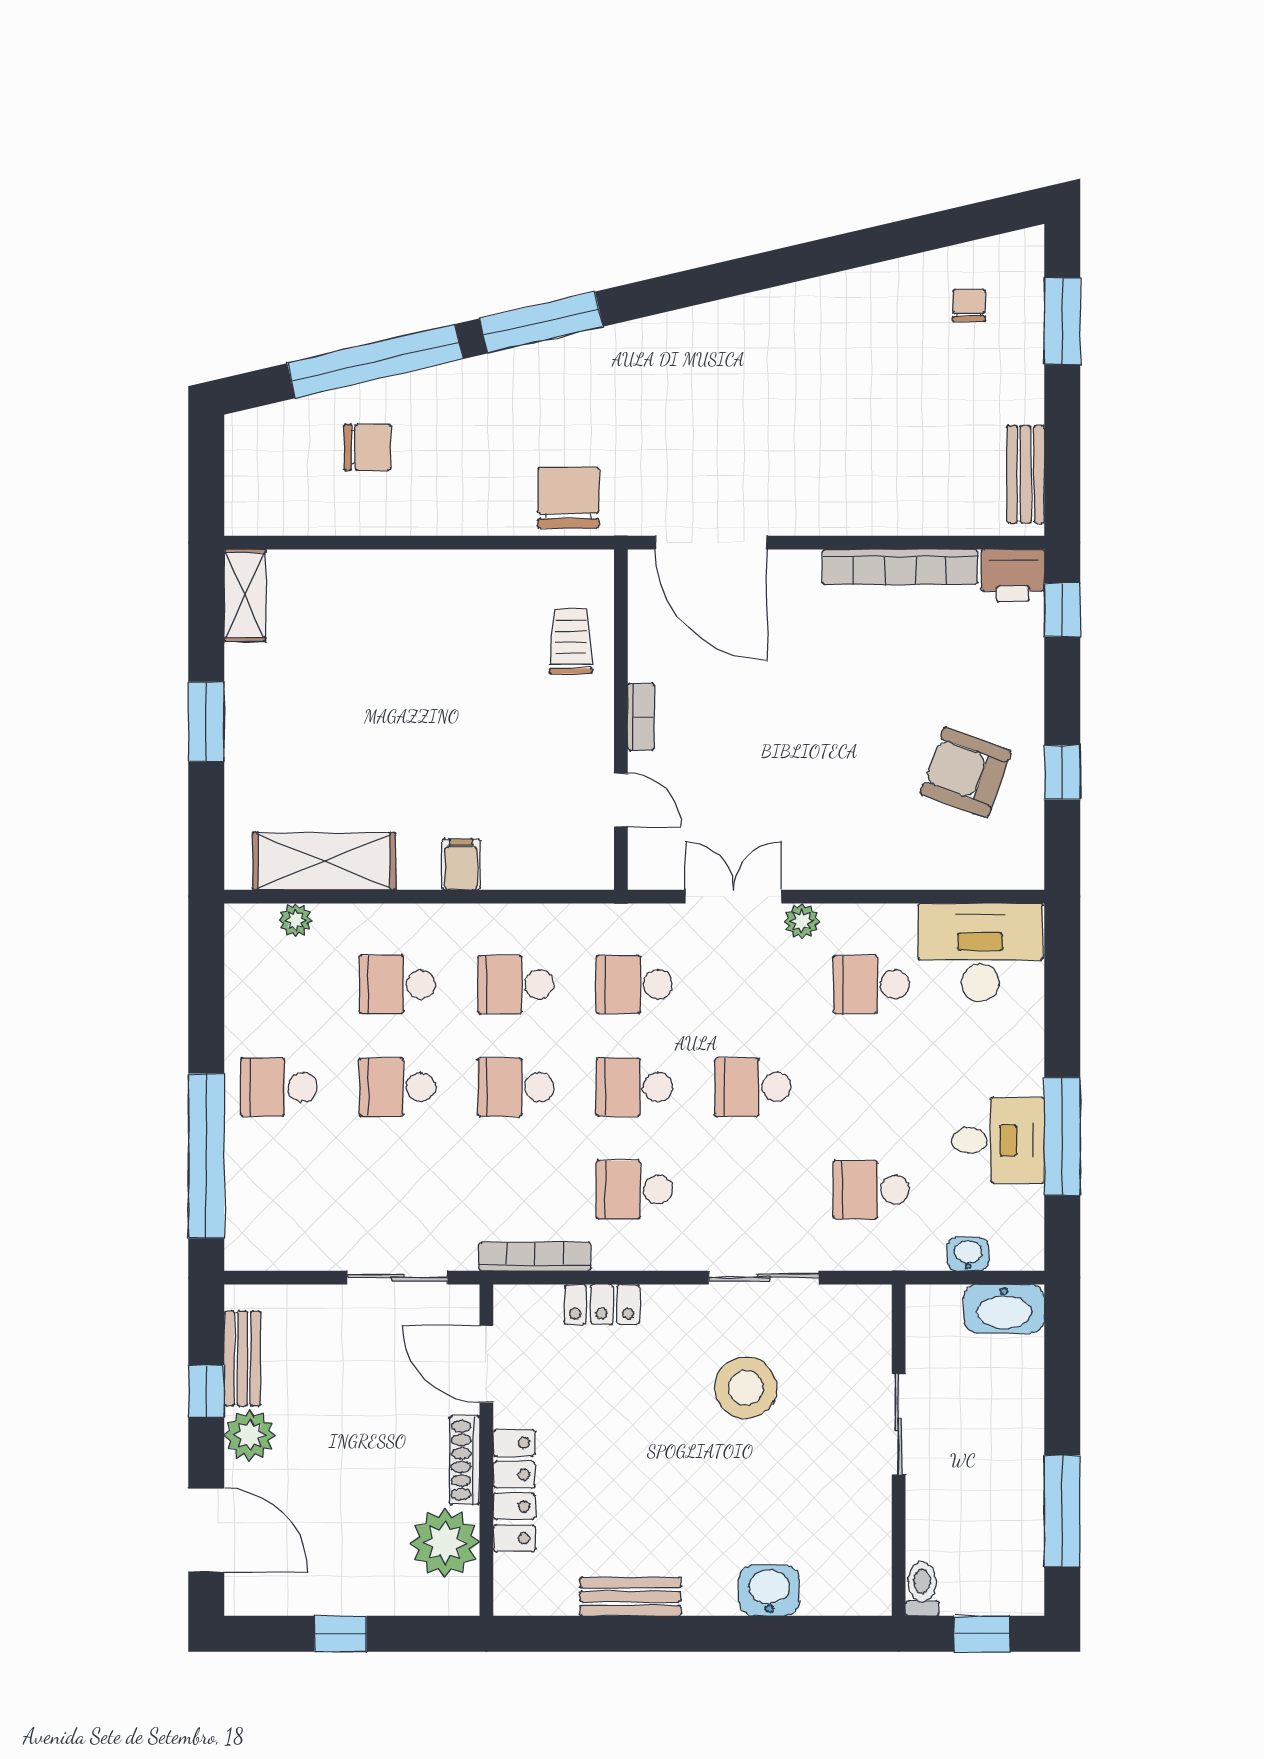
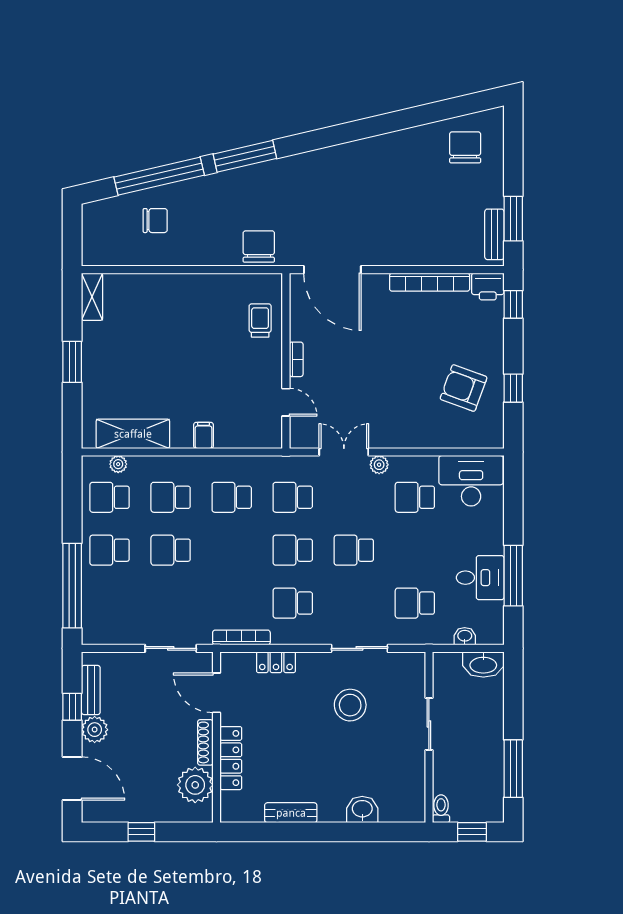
chair: (969, 305) -> (465, 147), width x1.87, depth x1.87
window: (1062, 321) -> (513, 219), moved
school desk: (516, 1087) -> (110, 497), moved

